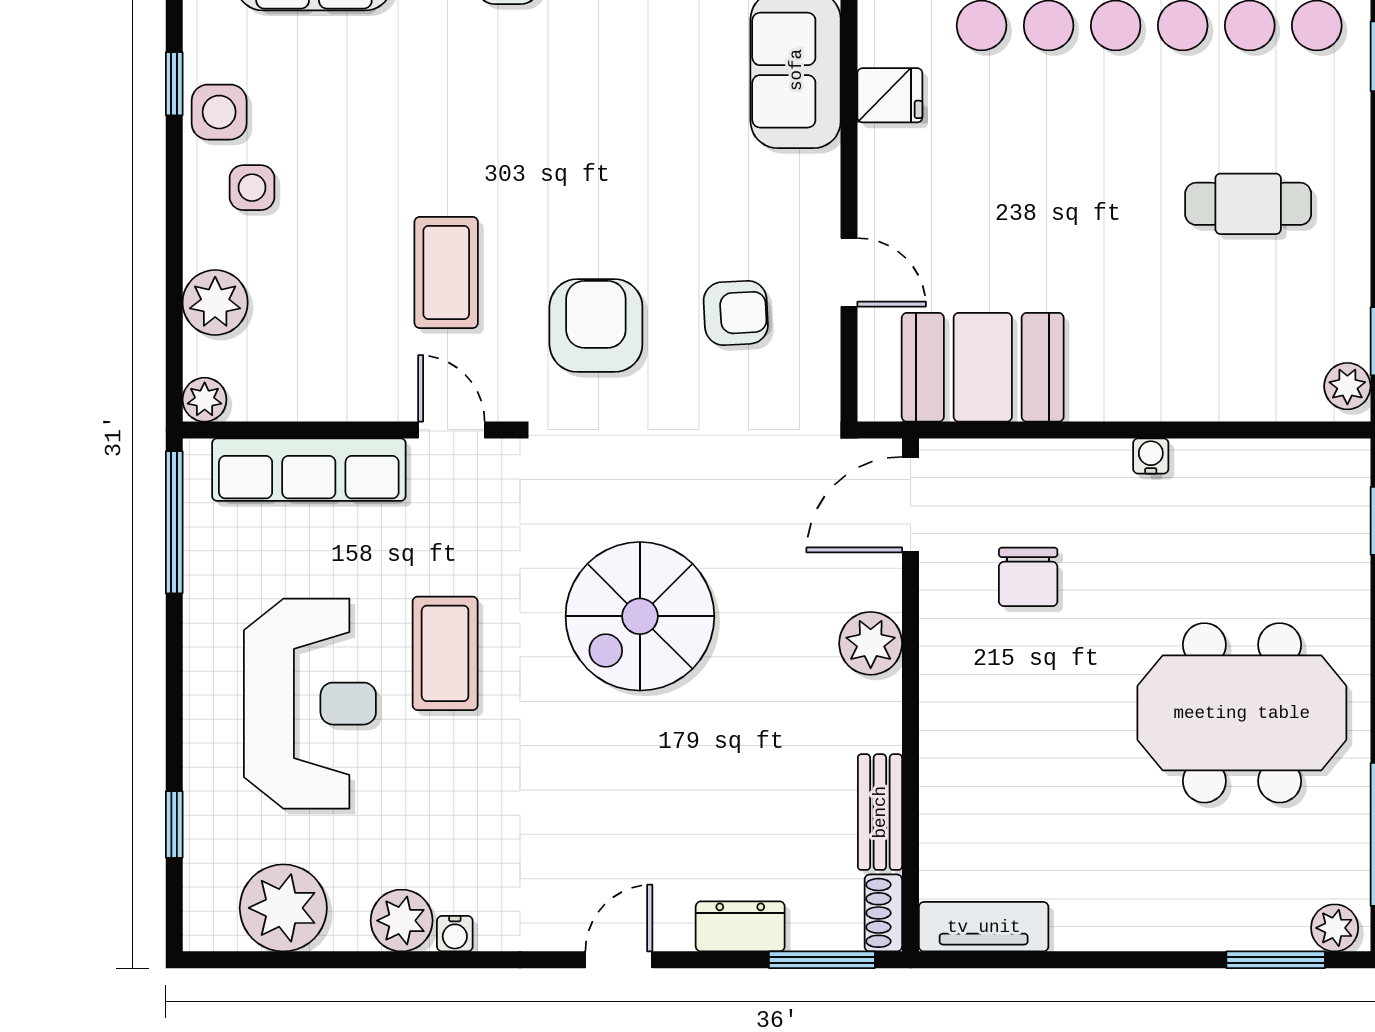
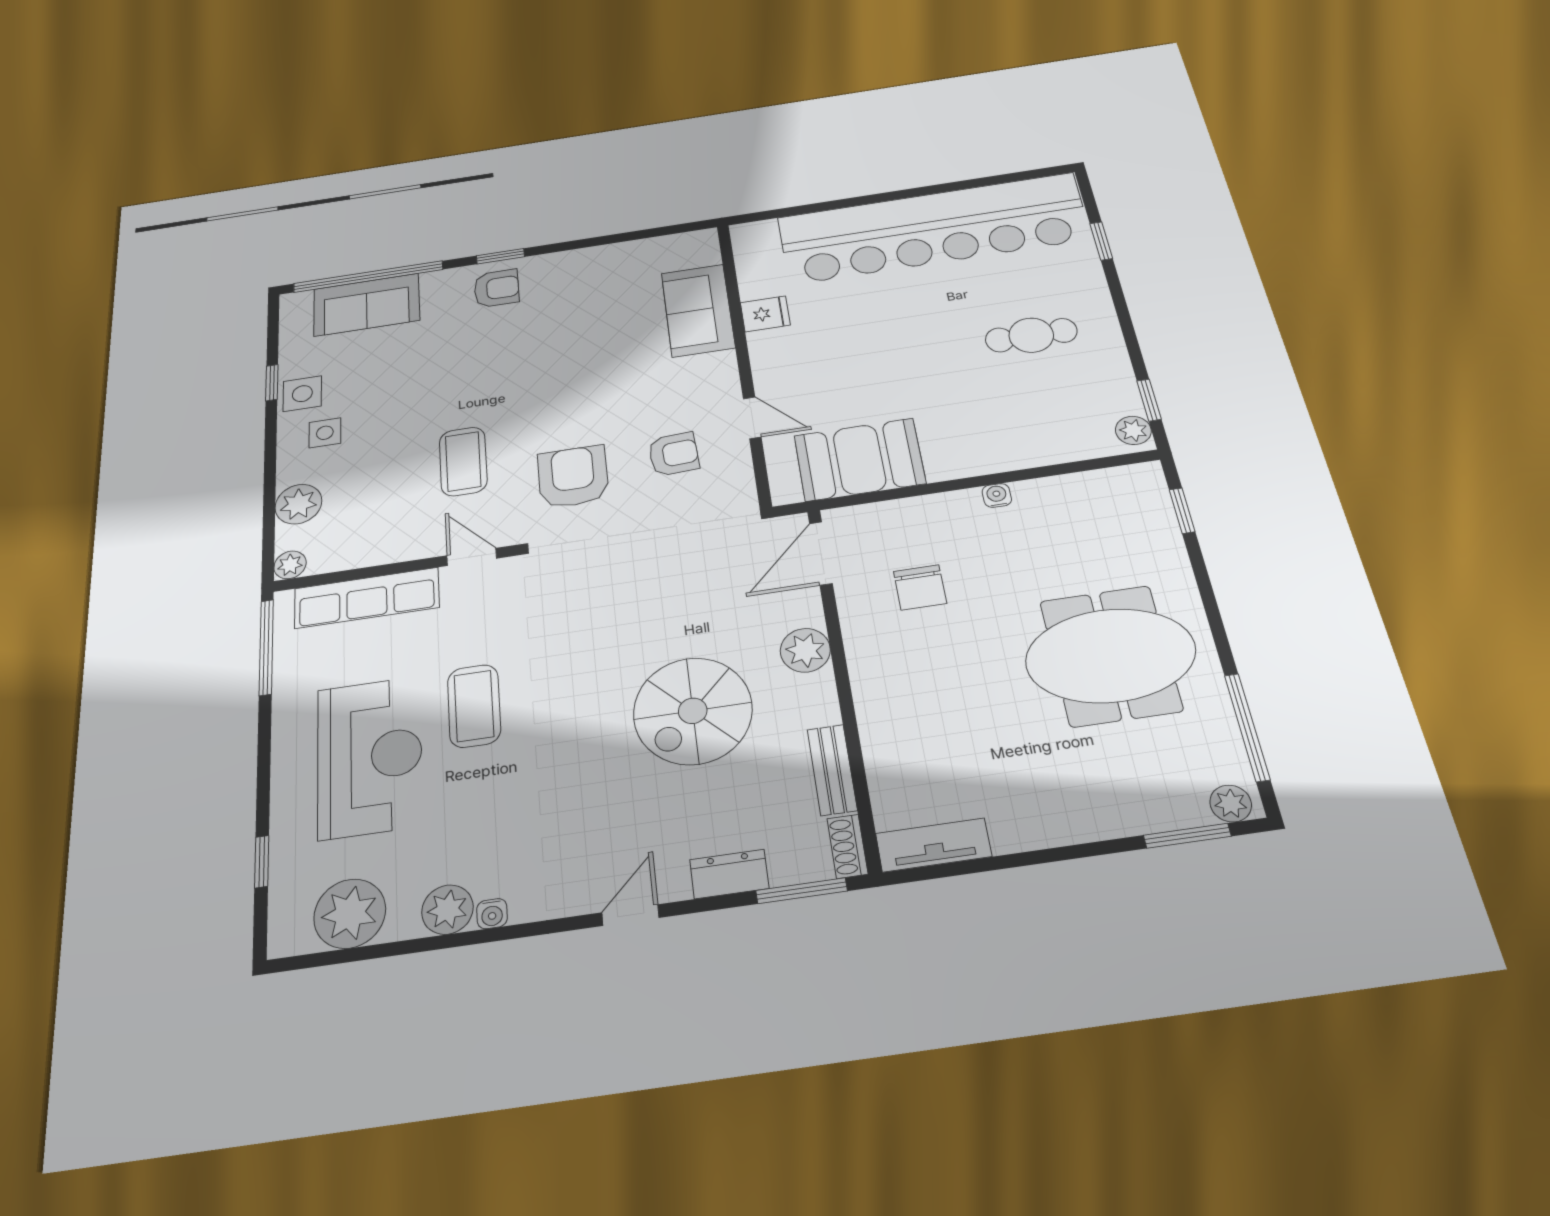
spiral stairs: (640, 616) -> (693, 711), moved

